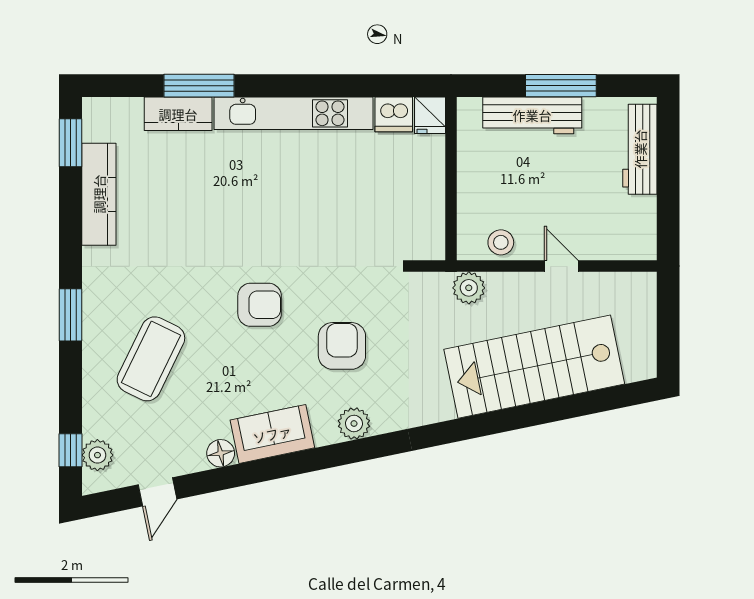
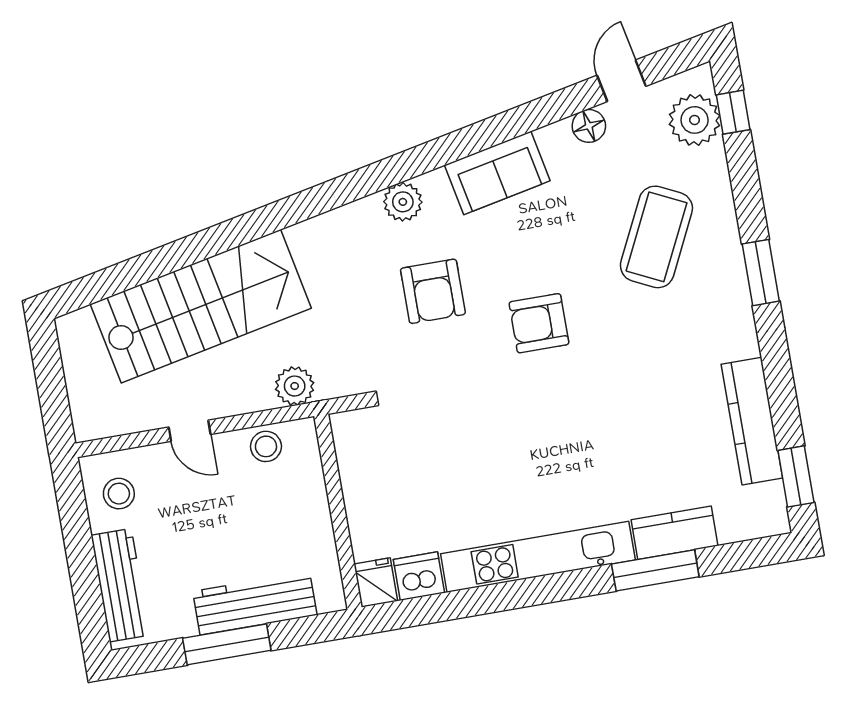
stool: (628, 225) -> (119, 494), added
floor lamp: (221, 453) -> (589, 126), moved
plant: (97, 455) -> (695, 120), width x1.36, depth x1.36

